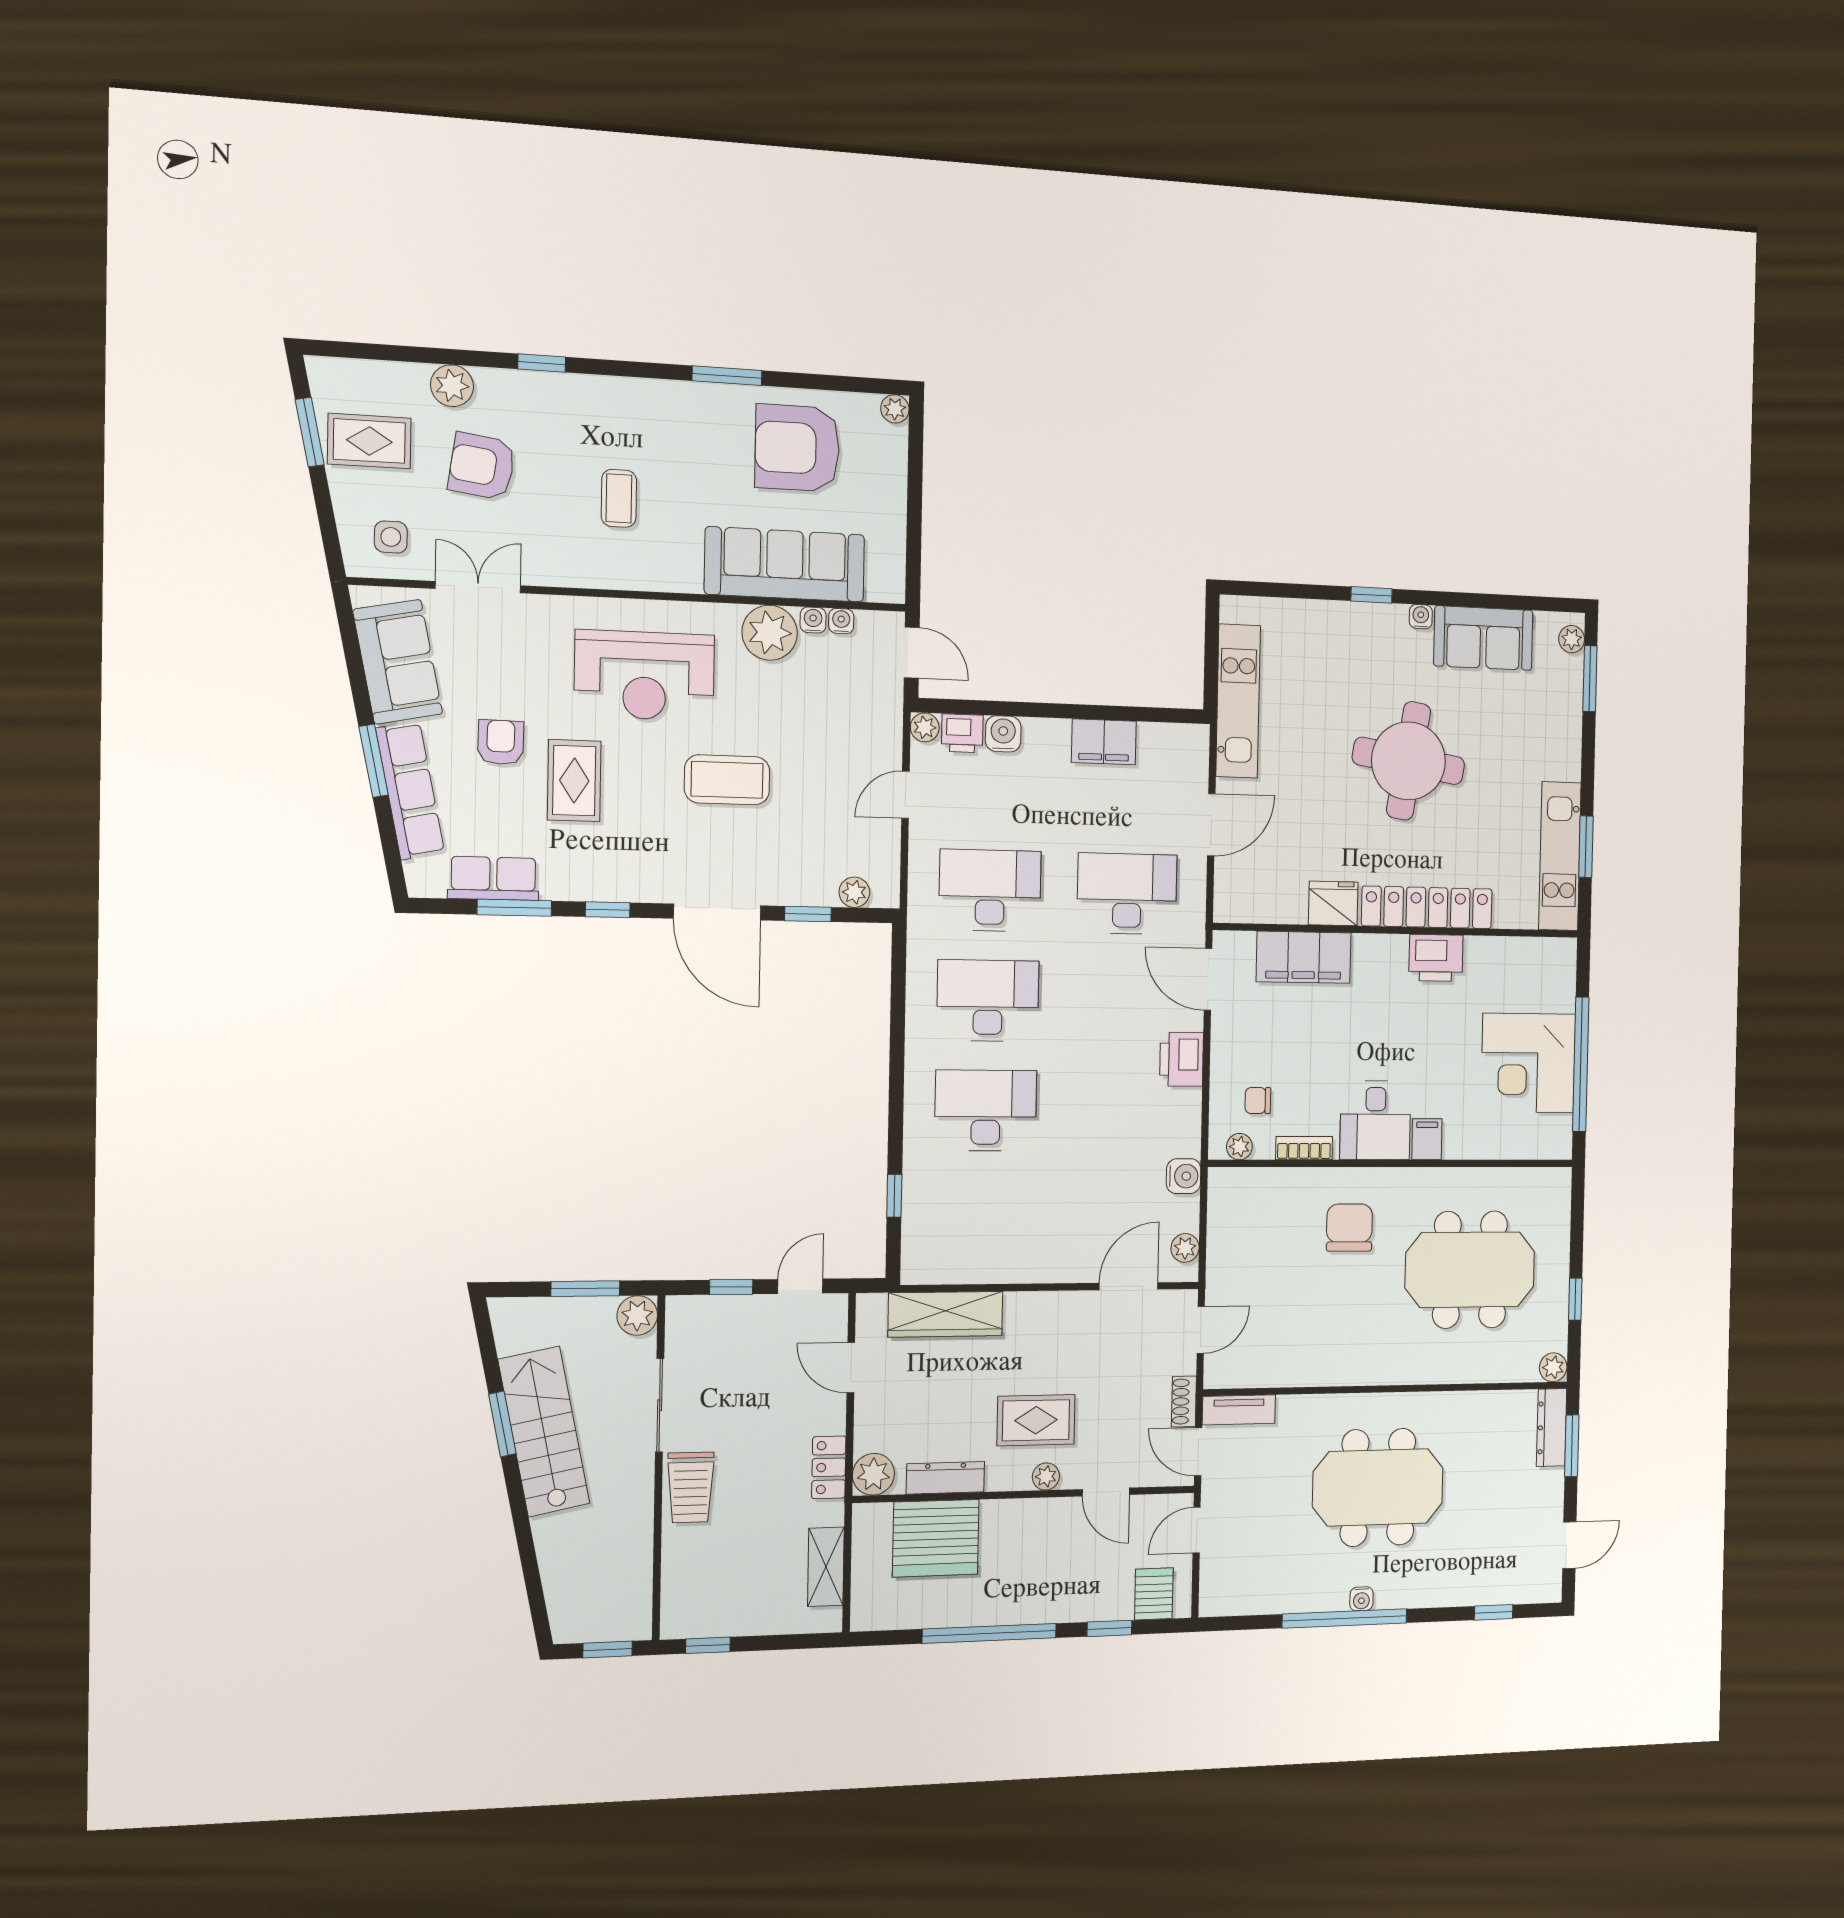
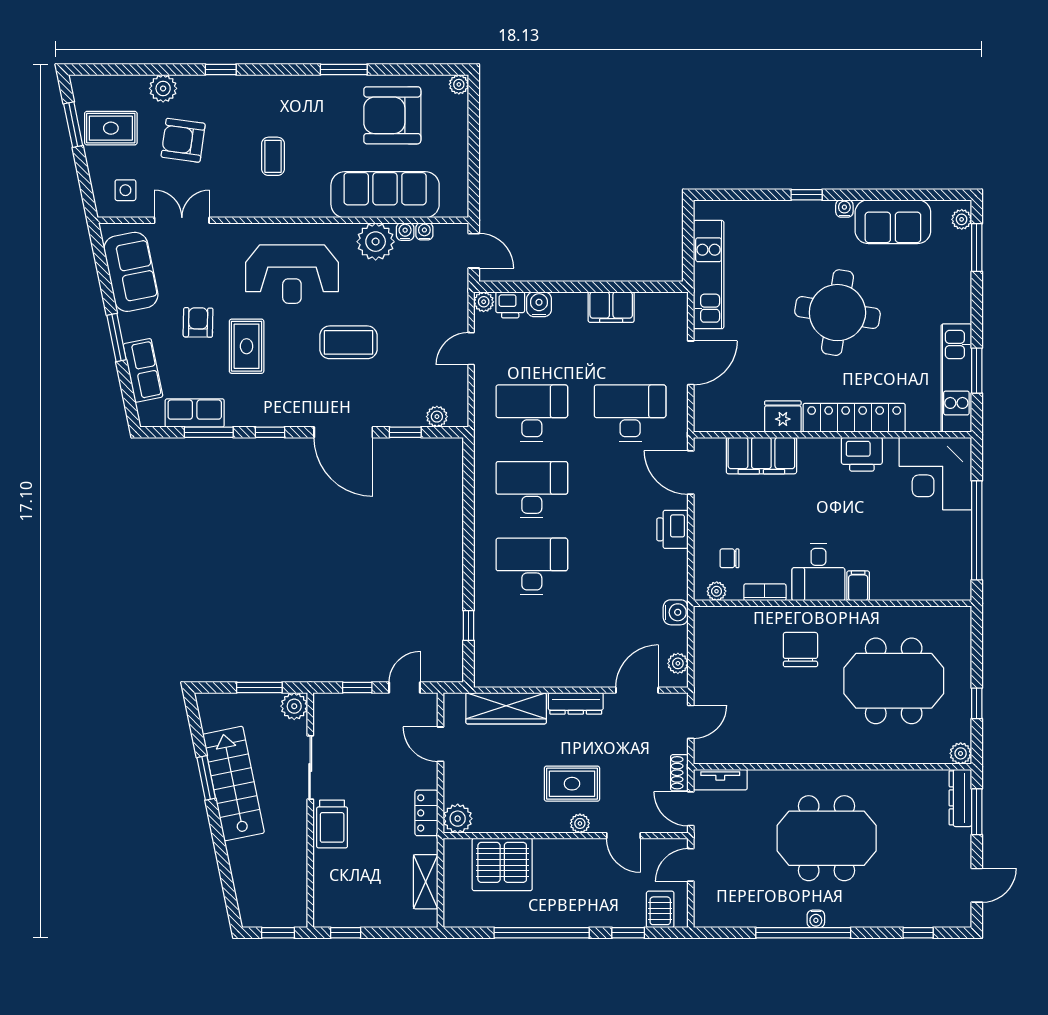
row of seats: (410, 791) -> (143, 370), width x0.68
corner desk: (1528, 1063) -> (935, 474), moved
dresser: (945, 1478) -> (576, 703), moved, turned 180

